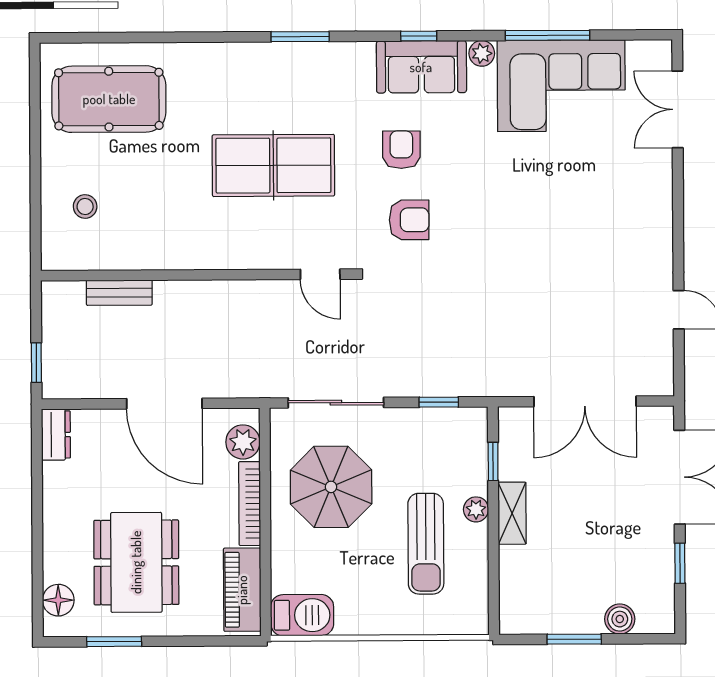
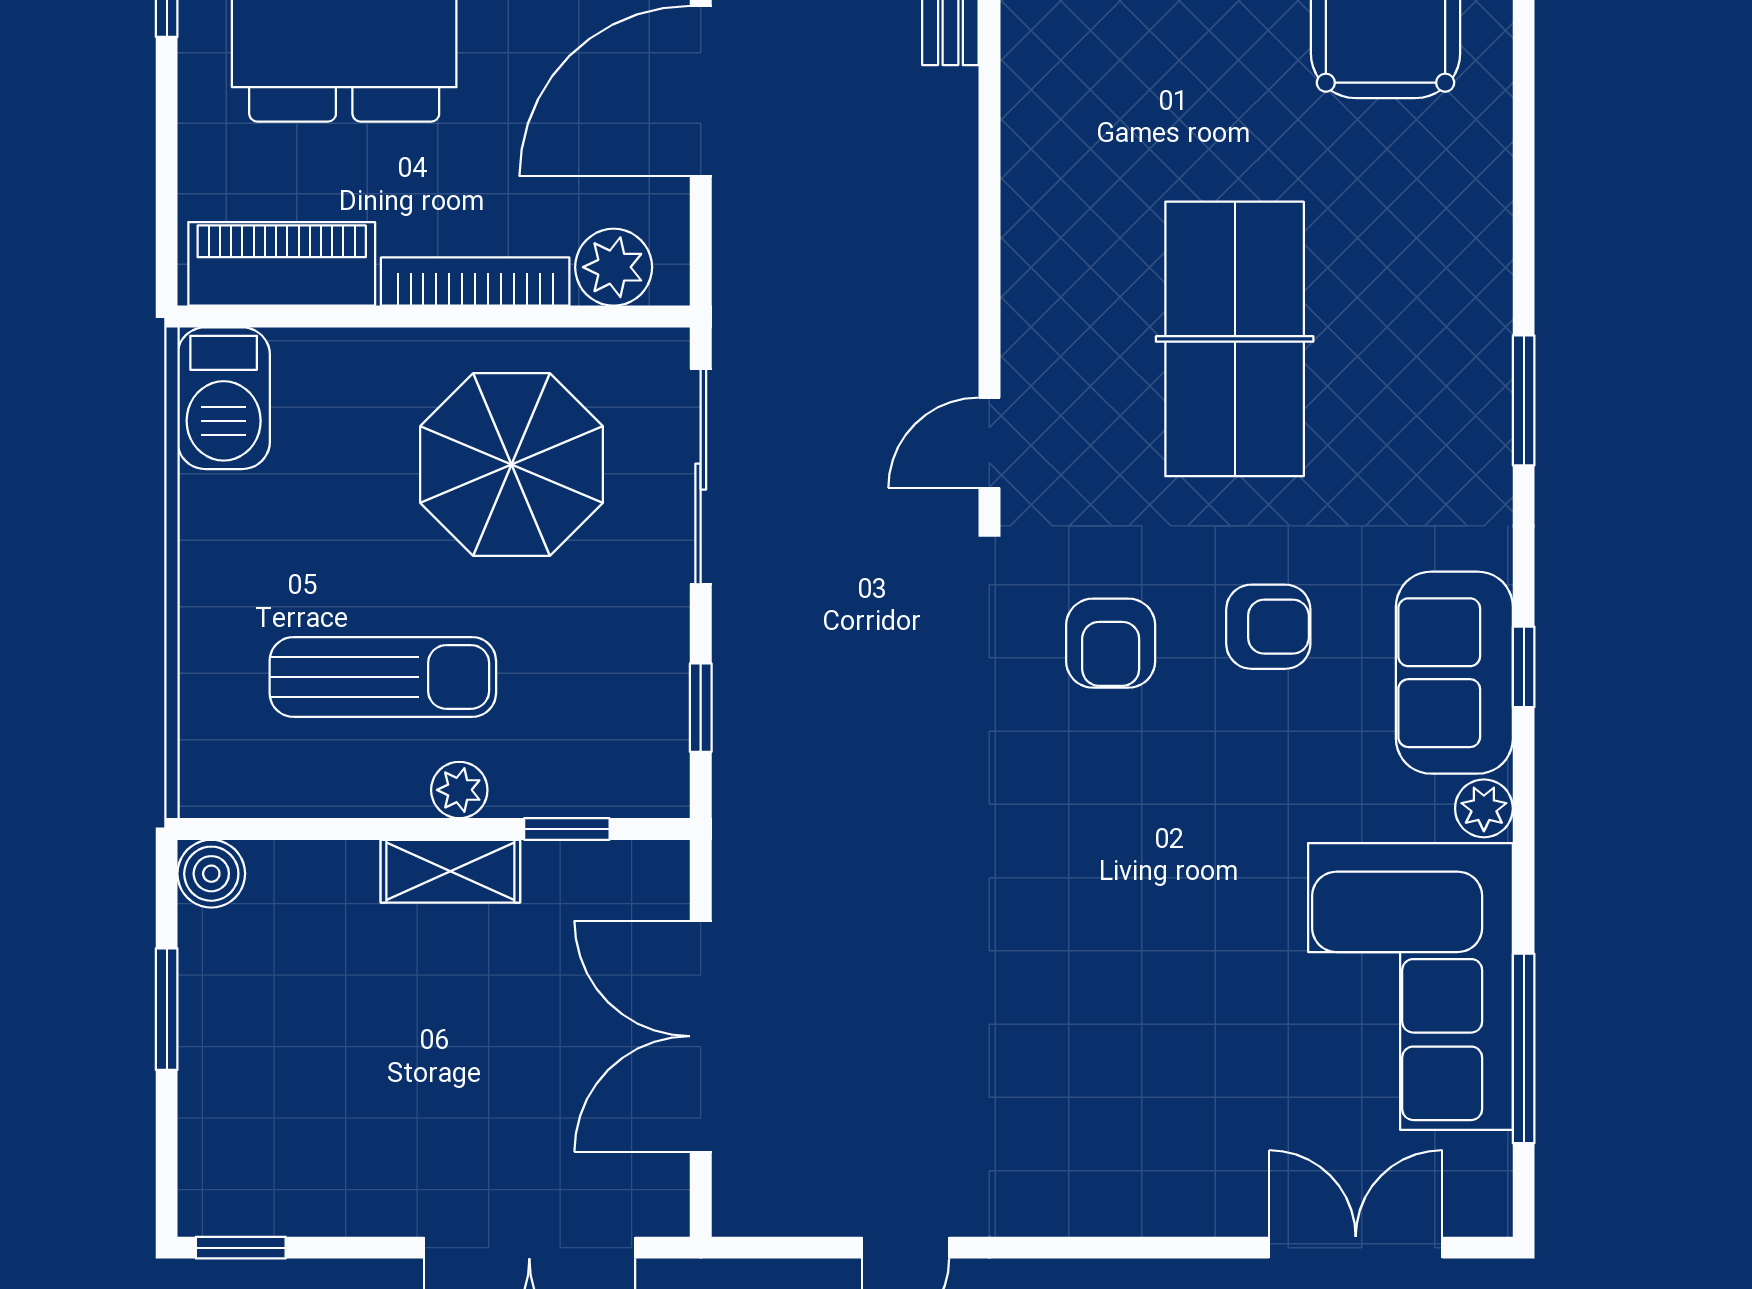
window: (548, 35) -> (1524, 1048), moved
sun lounger: (426, 544) -> (383, 677), turned 180
window: (680, 563) -> (241, 1248), moved
boiler: (620, 619) -> (211, 874), moved

